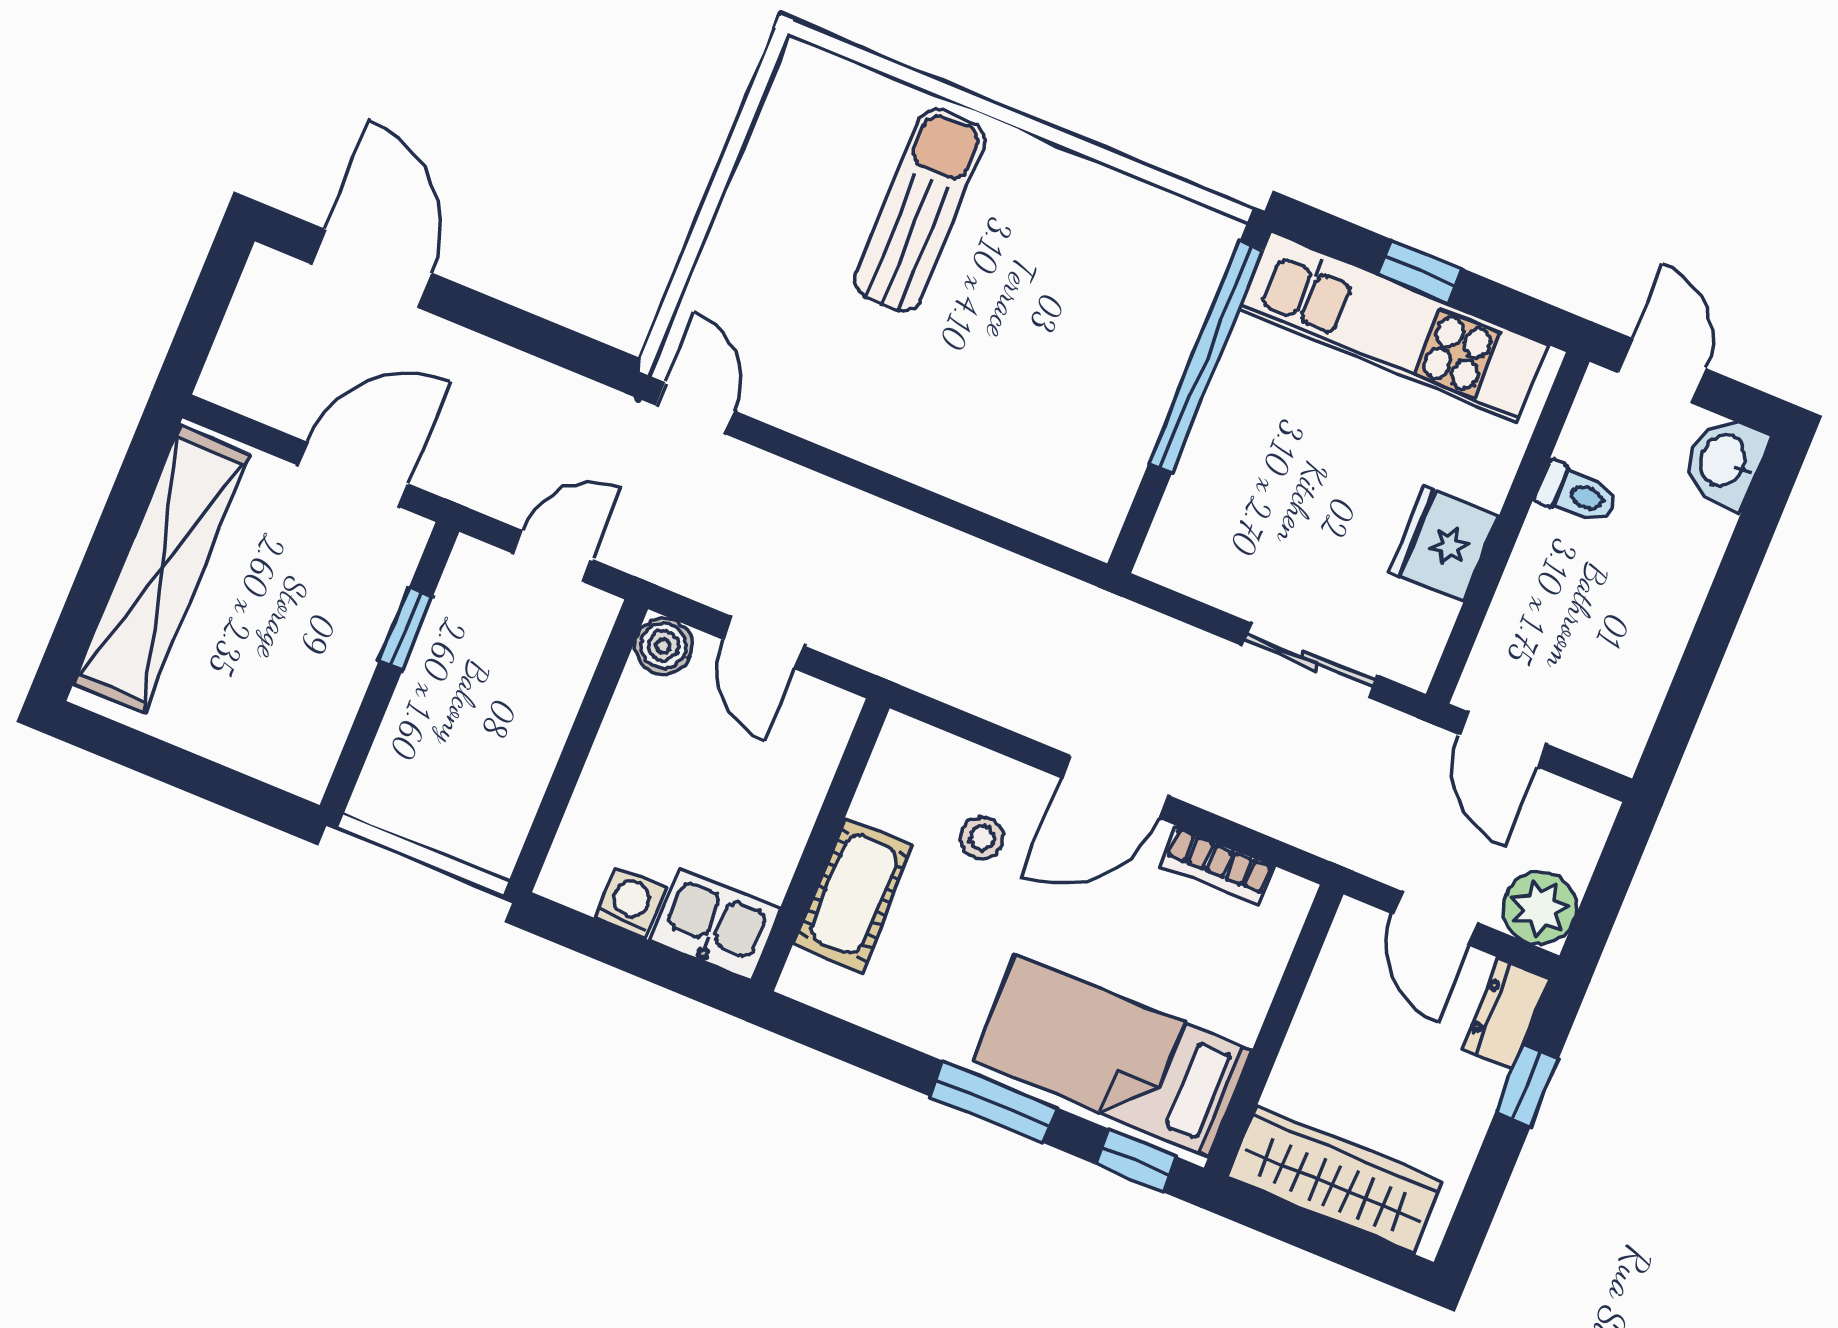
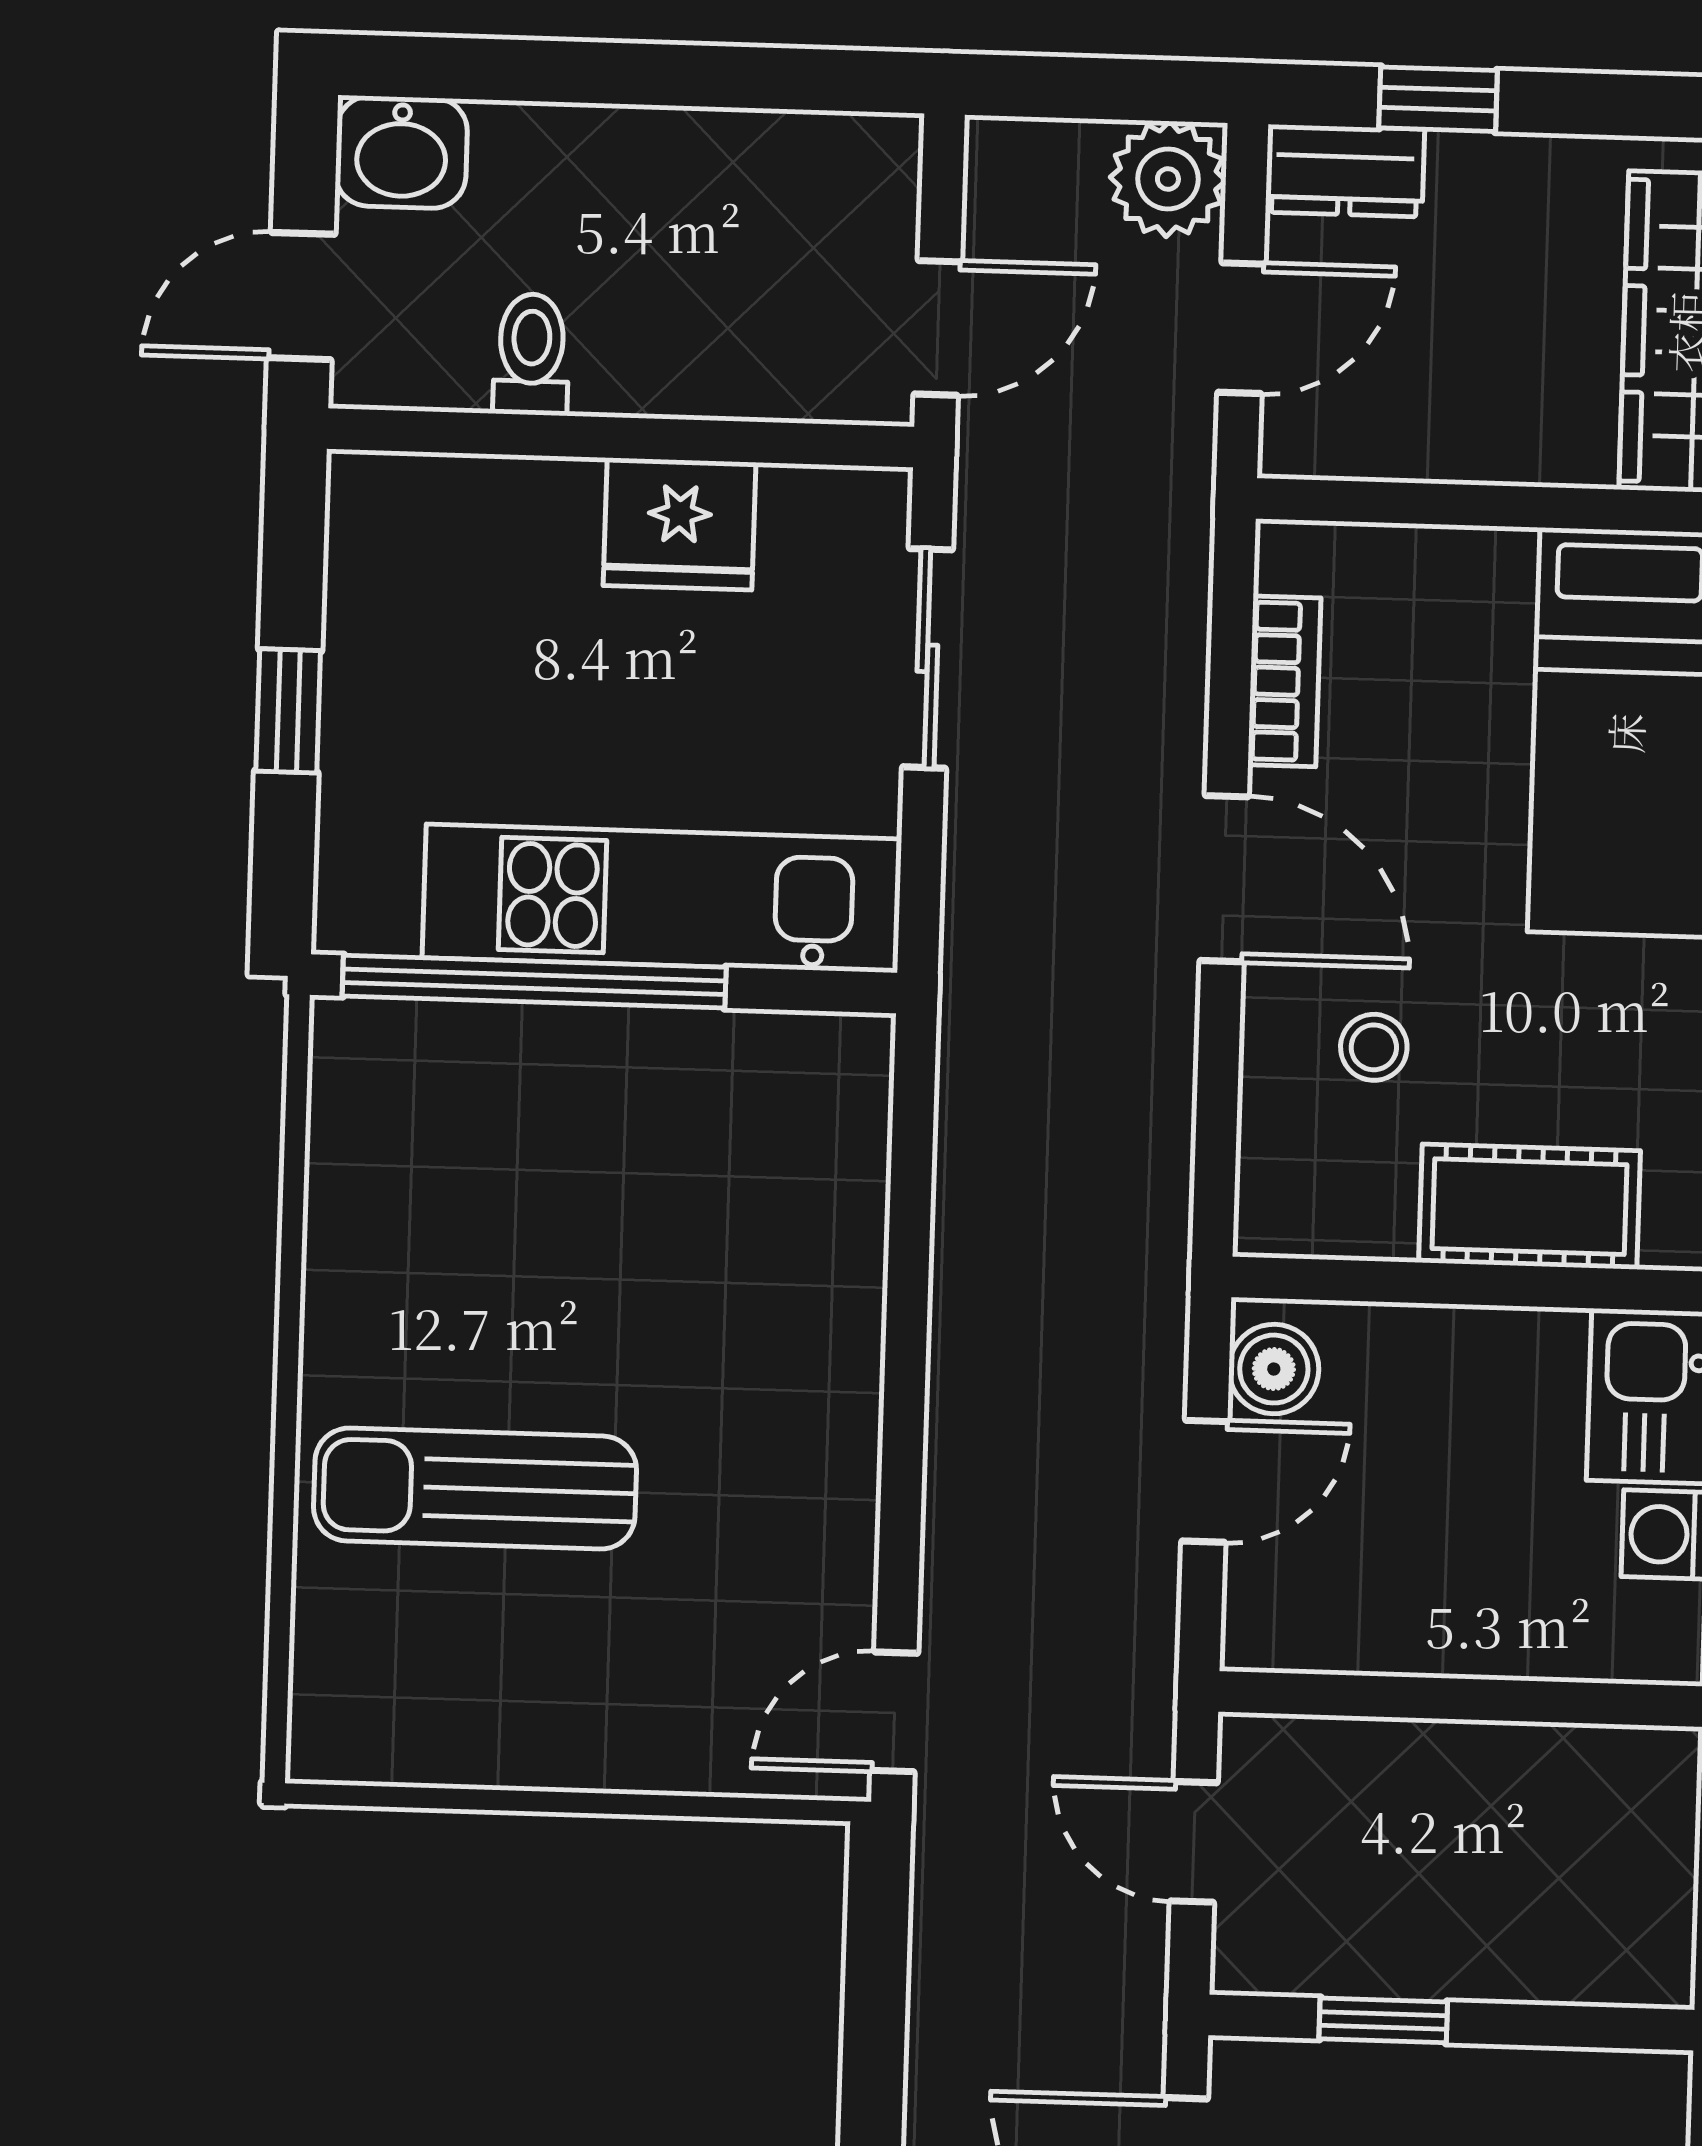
kitchen unit: (1394, 327) -> (662, 898), moved, turned -90
boiler: (663, 646) -> (1274, 1369), moved

